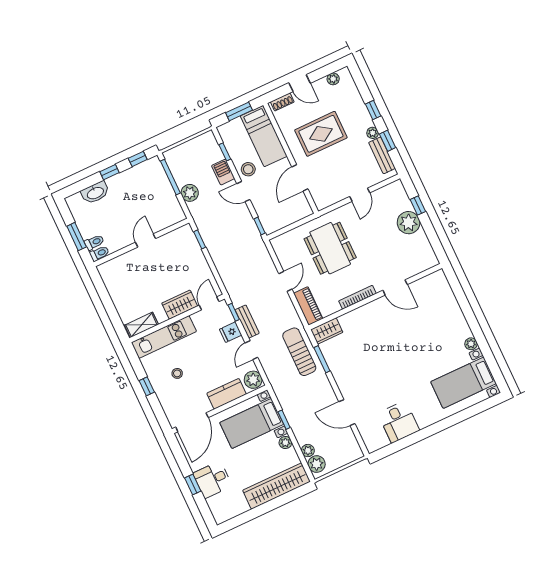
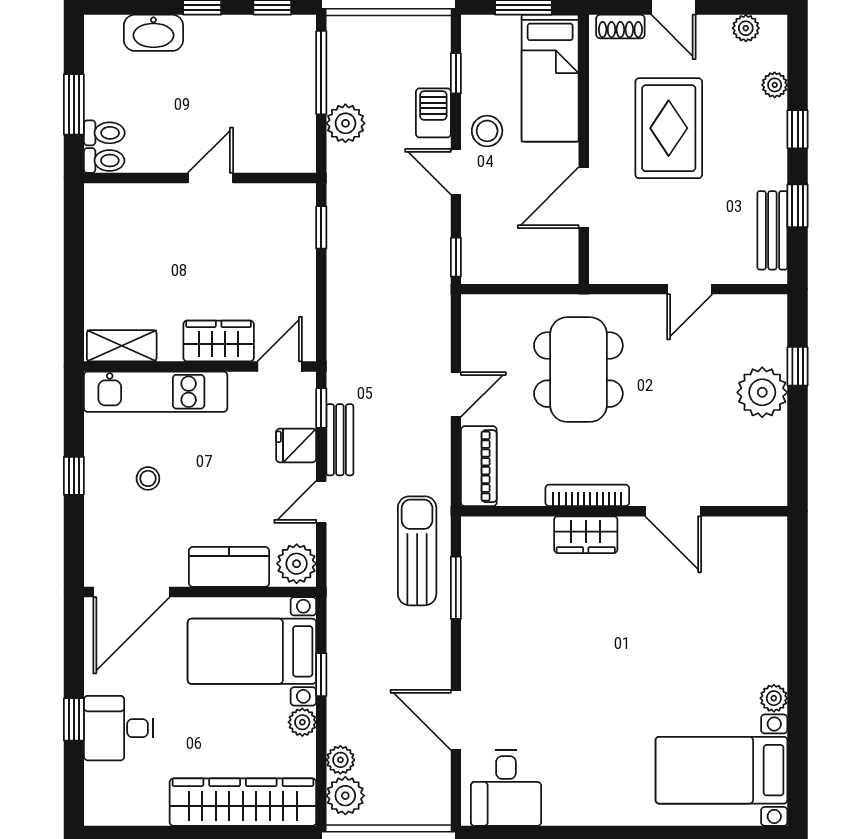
plant: (373, 133) -> (775, 85), moved
rug: (321, 134) -> (669, 128), turned 90
wardrobe: (327, 331) -> (586, 535), moved
desk: (399, 422) -> (506, 788), moved

